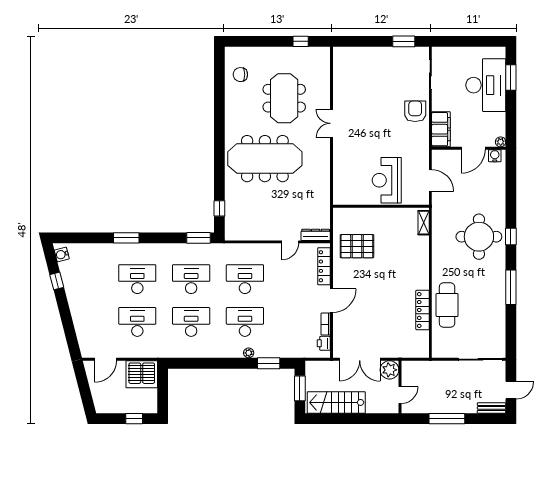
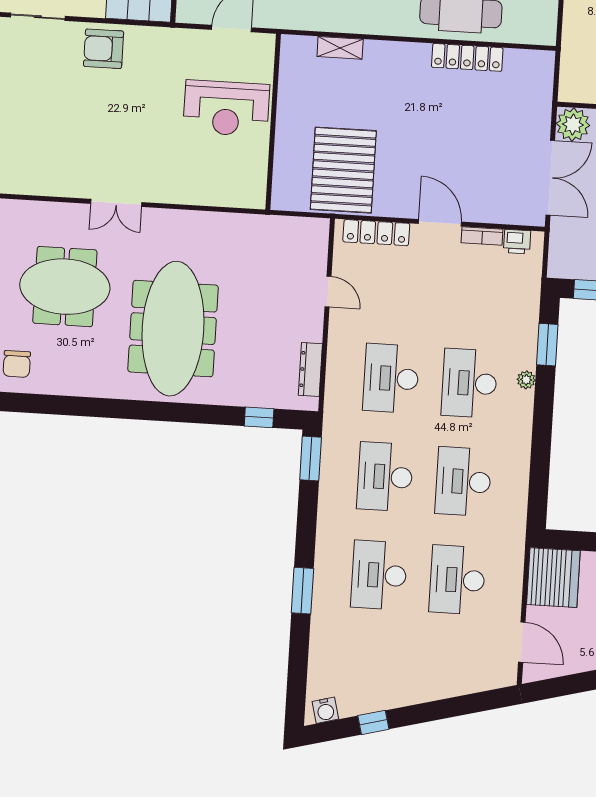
shelving: (424, 223) -> (340, 48), moved
dresser: (316, 235) -> (310, 370), moved
pallet: (357, 246) -> (343, 170), width x1.37, depth x1.41

